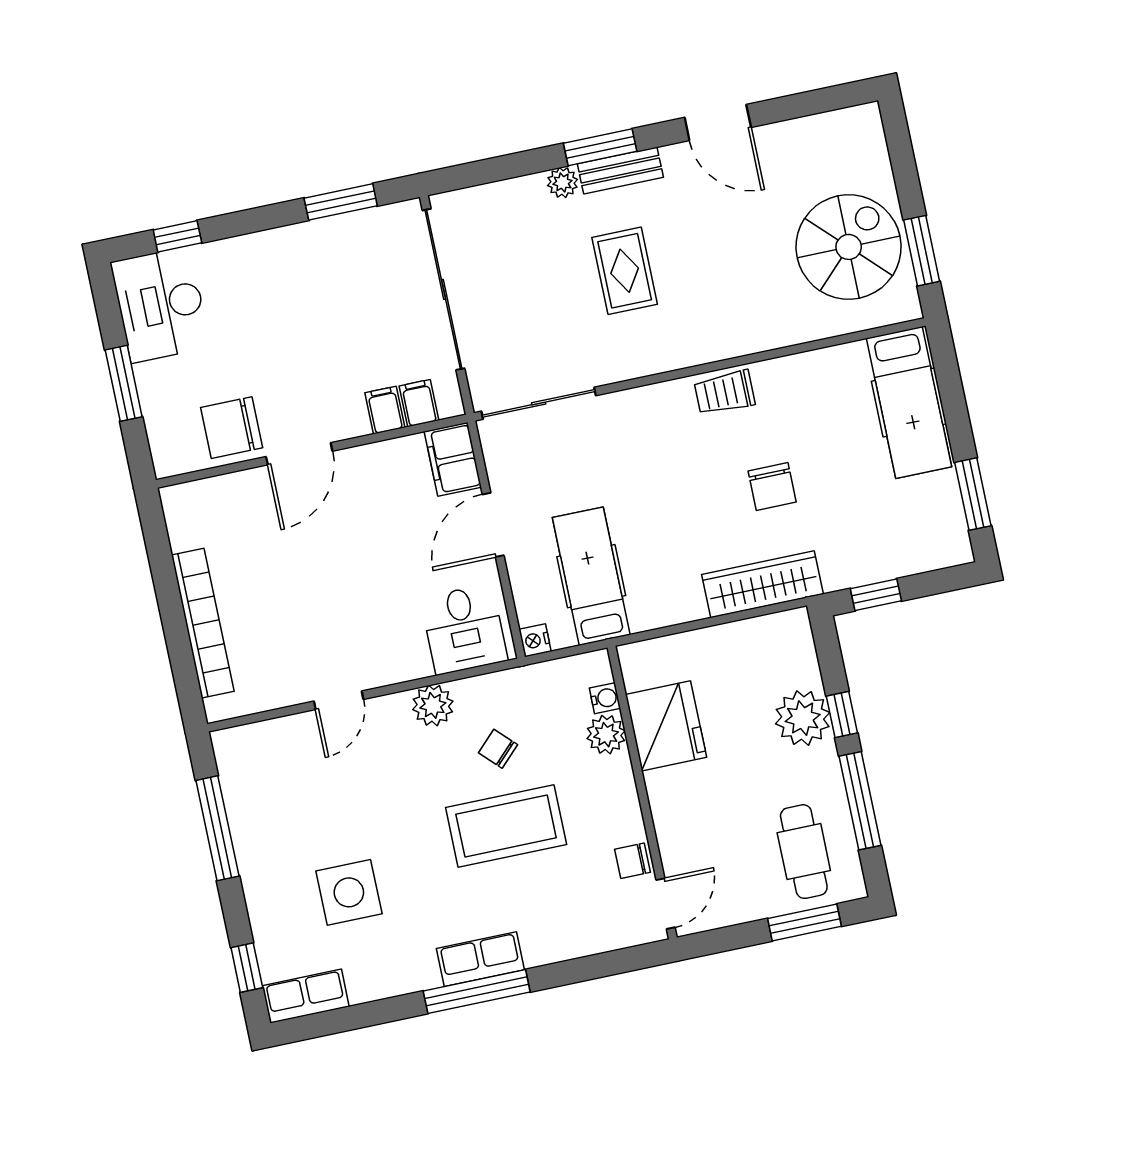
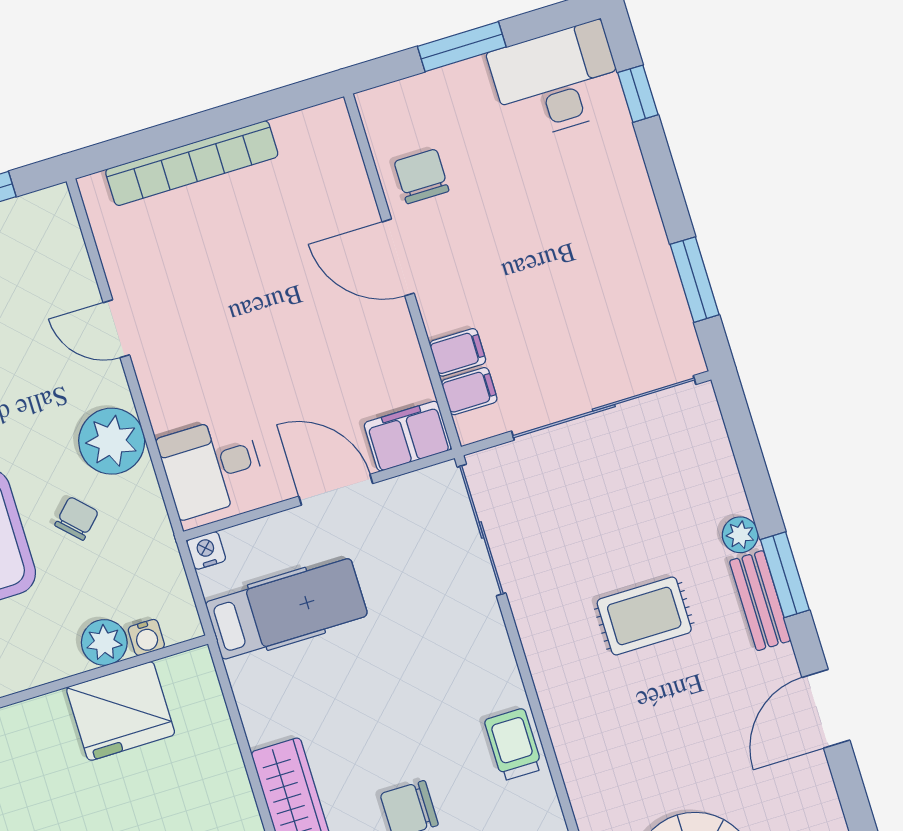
chair: (232, 428) -> (422, 176), width x0.73, depth x0.73
plant: (433, 705) -> (112, 441), width x1.36, depth x1.36

